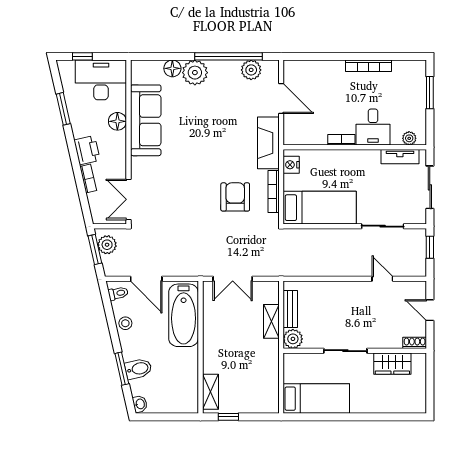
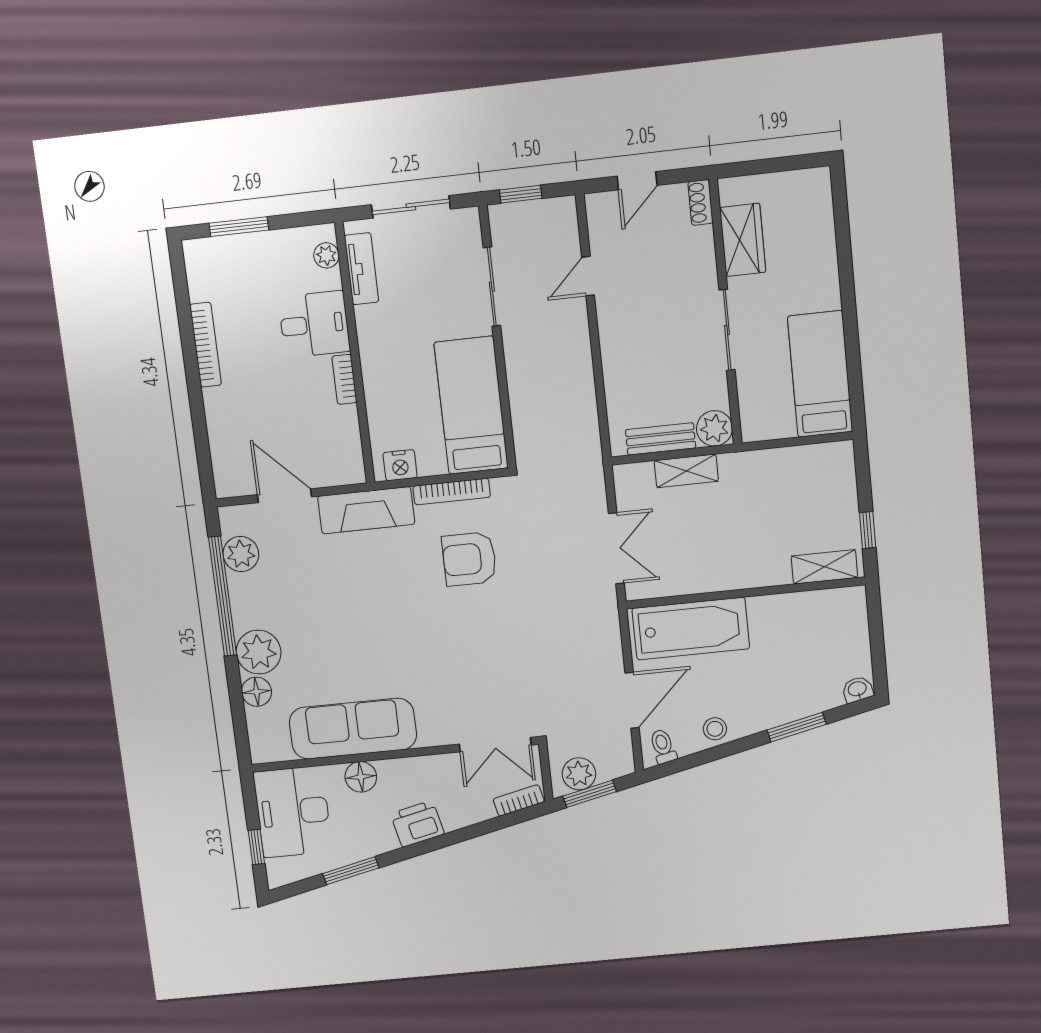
door: (281, 99) -> (285, 496), hinge flipped
bookcase: (88, 179) -> (519, 800), moved
bidet: (138, 369) -> (794, 698), removed

